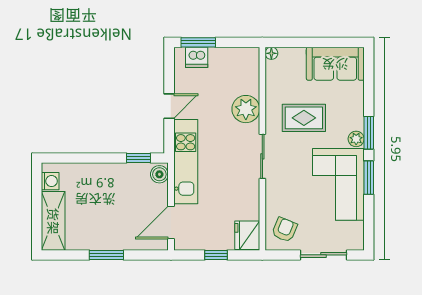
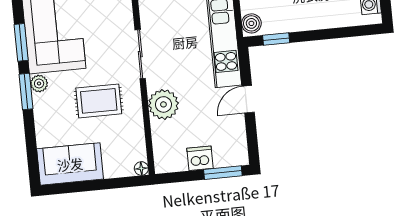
dishwasher: (197, 57) -> (200, 158), moved

